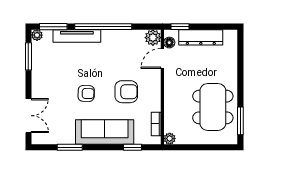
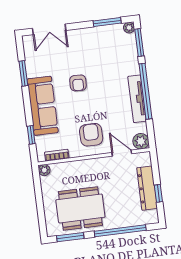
window: (180, 27) -> (158, 193), moved
tv unit: (77, 36) -> (137, 99), moved
floor lamp: (169, 43) -> (138, 158), removed
window: (240, 70) -> (120, 231), added
armchair: (126, 92) -> (91, 135), moved, turned 180

